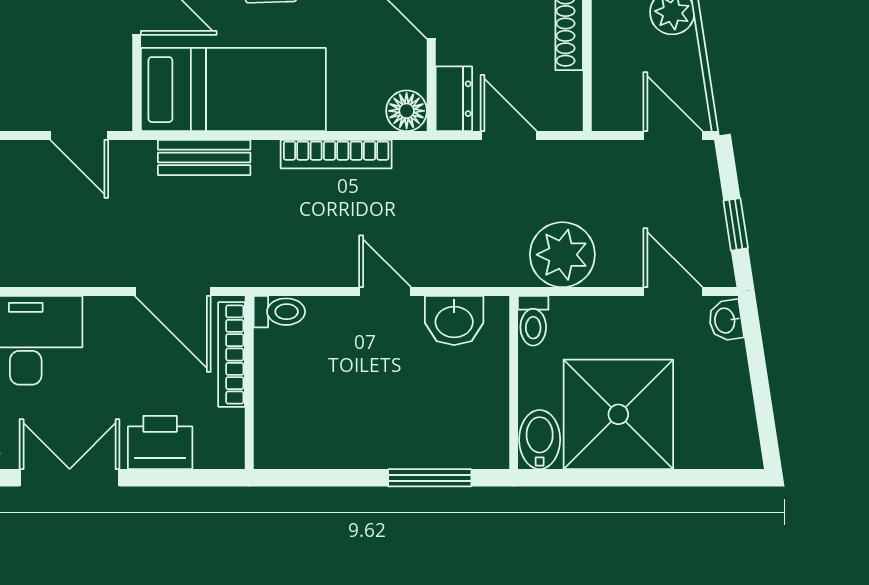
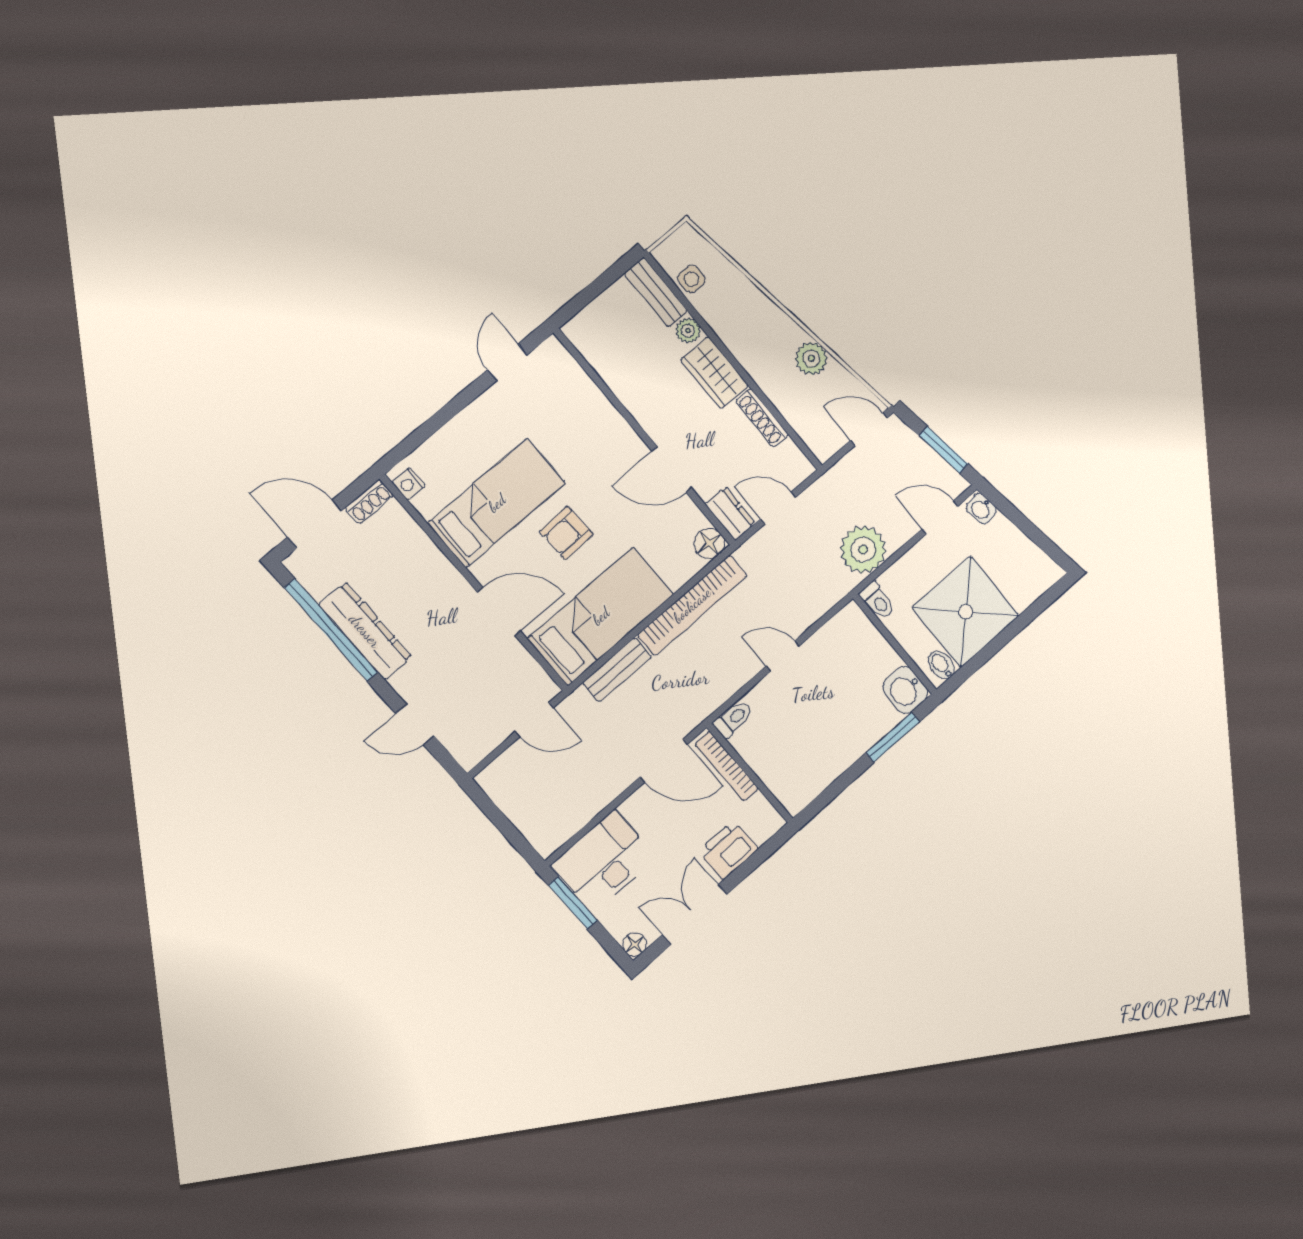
bookcase: (336, 154) -> (692, 605), width x1.48, depth x1.31
window: (736, 224) -> (944, 450), width x1.50
washbasin: (454, 320) -> (905, 690), moved, turned 90
bidet: (540, 440) -> (941, 665), width x0.72, depth x0.74

